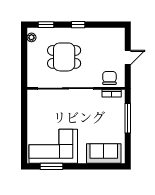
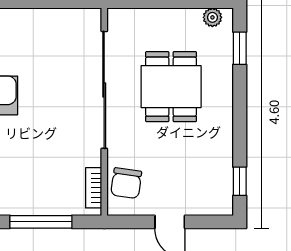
window: (78, 25) -> (240, 181), moved
chair: (109, 78) -> (126, 183), turned 98

